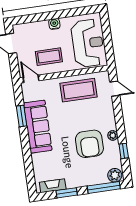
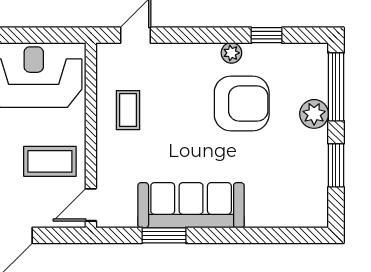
coffee table: (49, 57) -> (50, 161), turned 90
coffee table: (79, 90) -> (128, 110), width x0.54, depth x0.58
plant: (115, 175) -> (314, 114), moved
fireplace: (53, 186) -> (317, 192), removed

